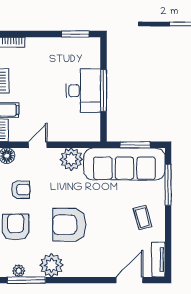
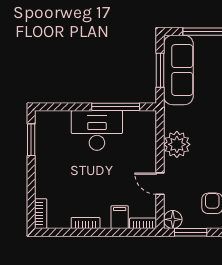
window: (104, 90) -> (116, 107), moved
sofa: (124, 164) -> (178, 70), width x0.74, depth x0.79

